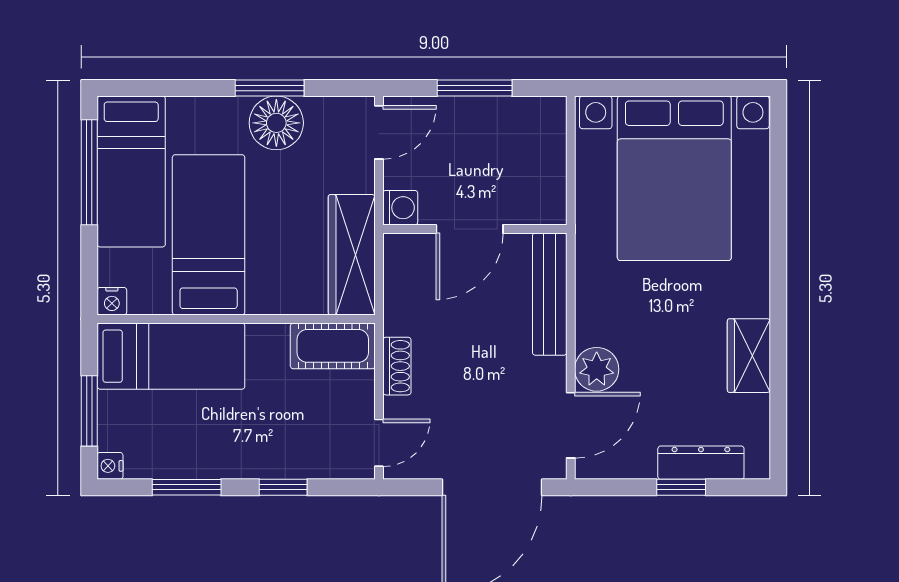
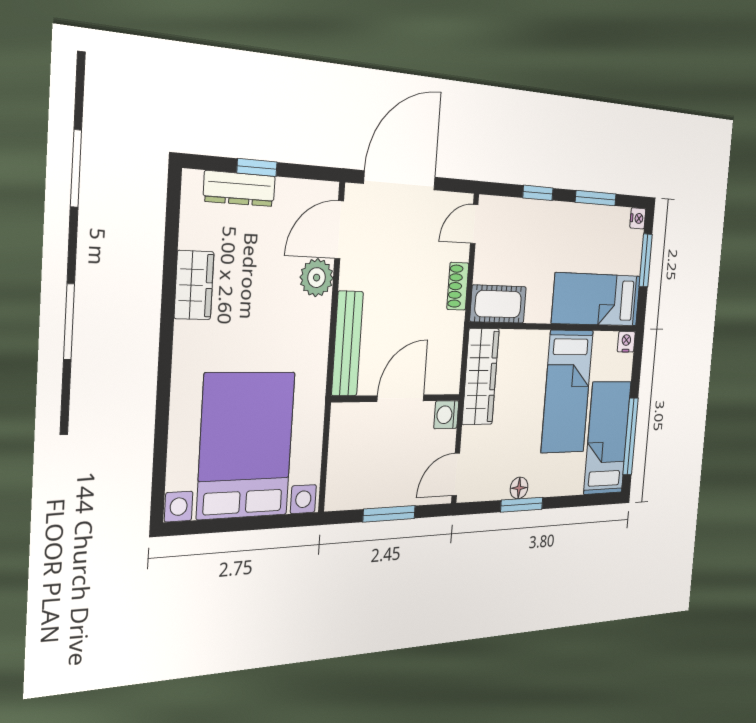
floor lamp: (276, 123) -> (519, 488), width x0.53, depth x0.53

